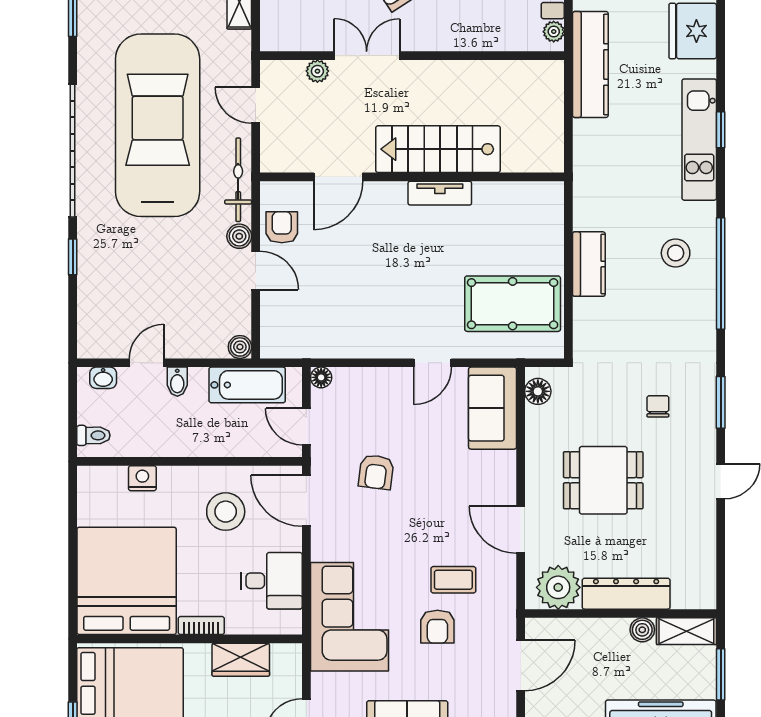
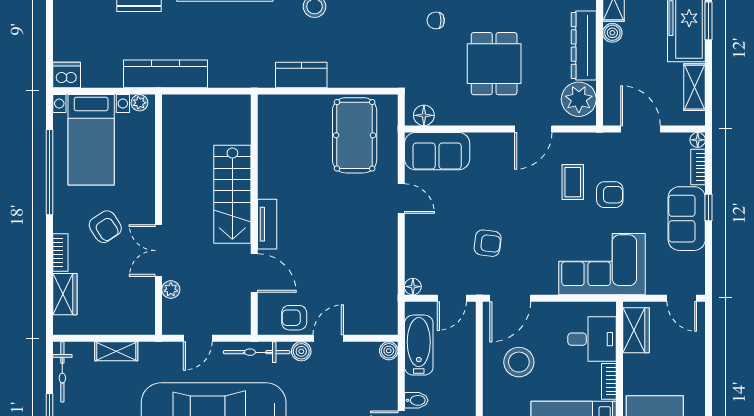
tv unit: (440, 193) -> (267, 224), moved
kitchen counter: (589, 264) -> (301, 75), moved
desk: (272, 581) -> (592, 339), moved, turned 90
wardrobe: (241, 660) -> (636, 330), moved

